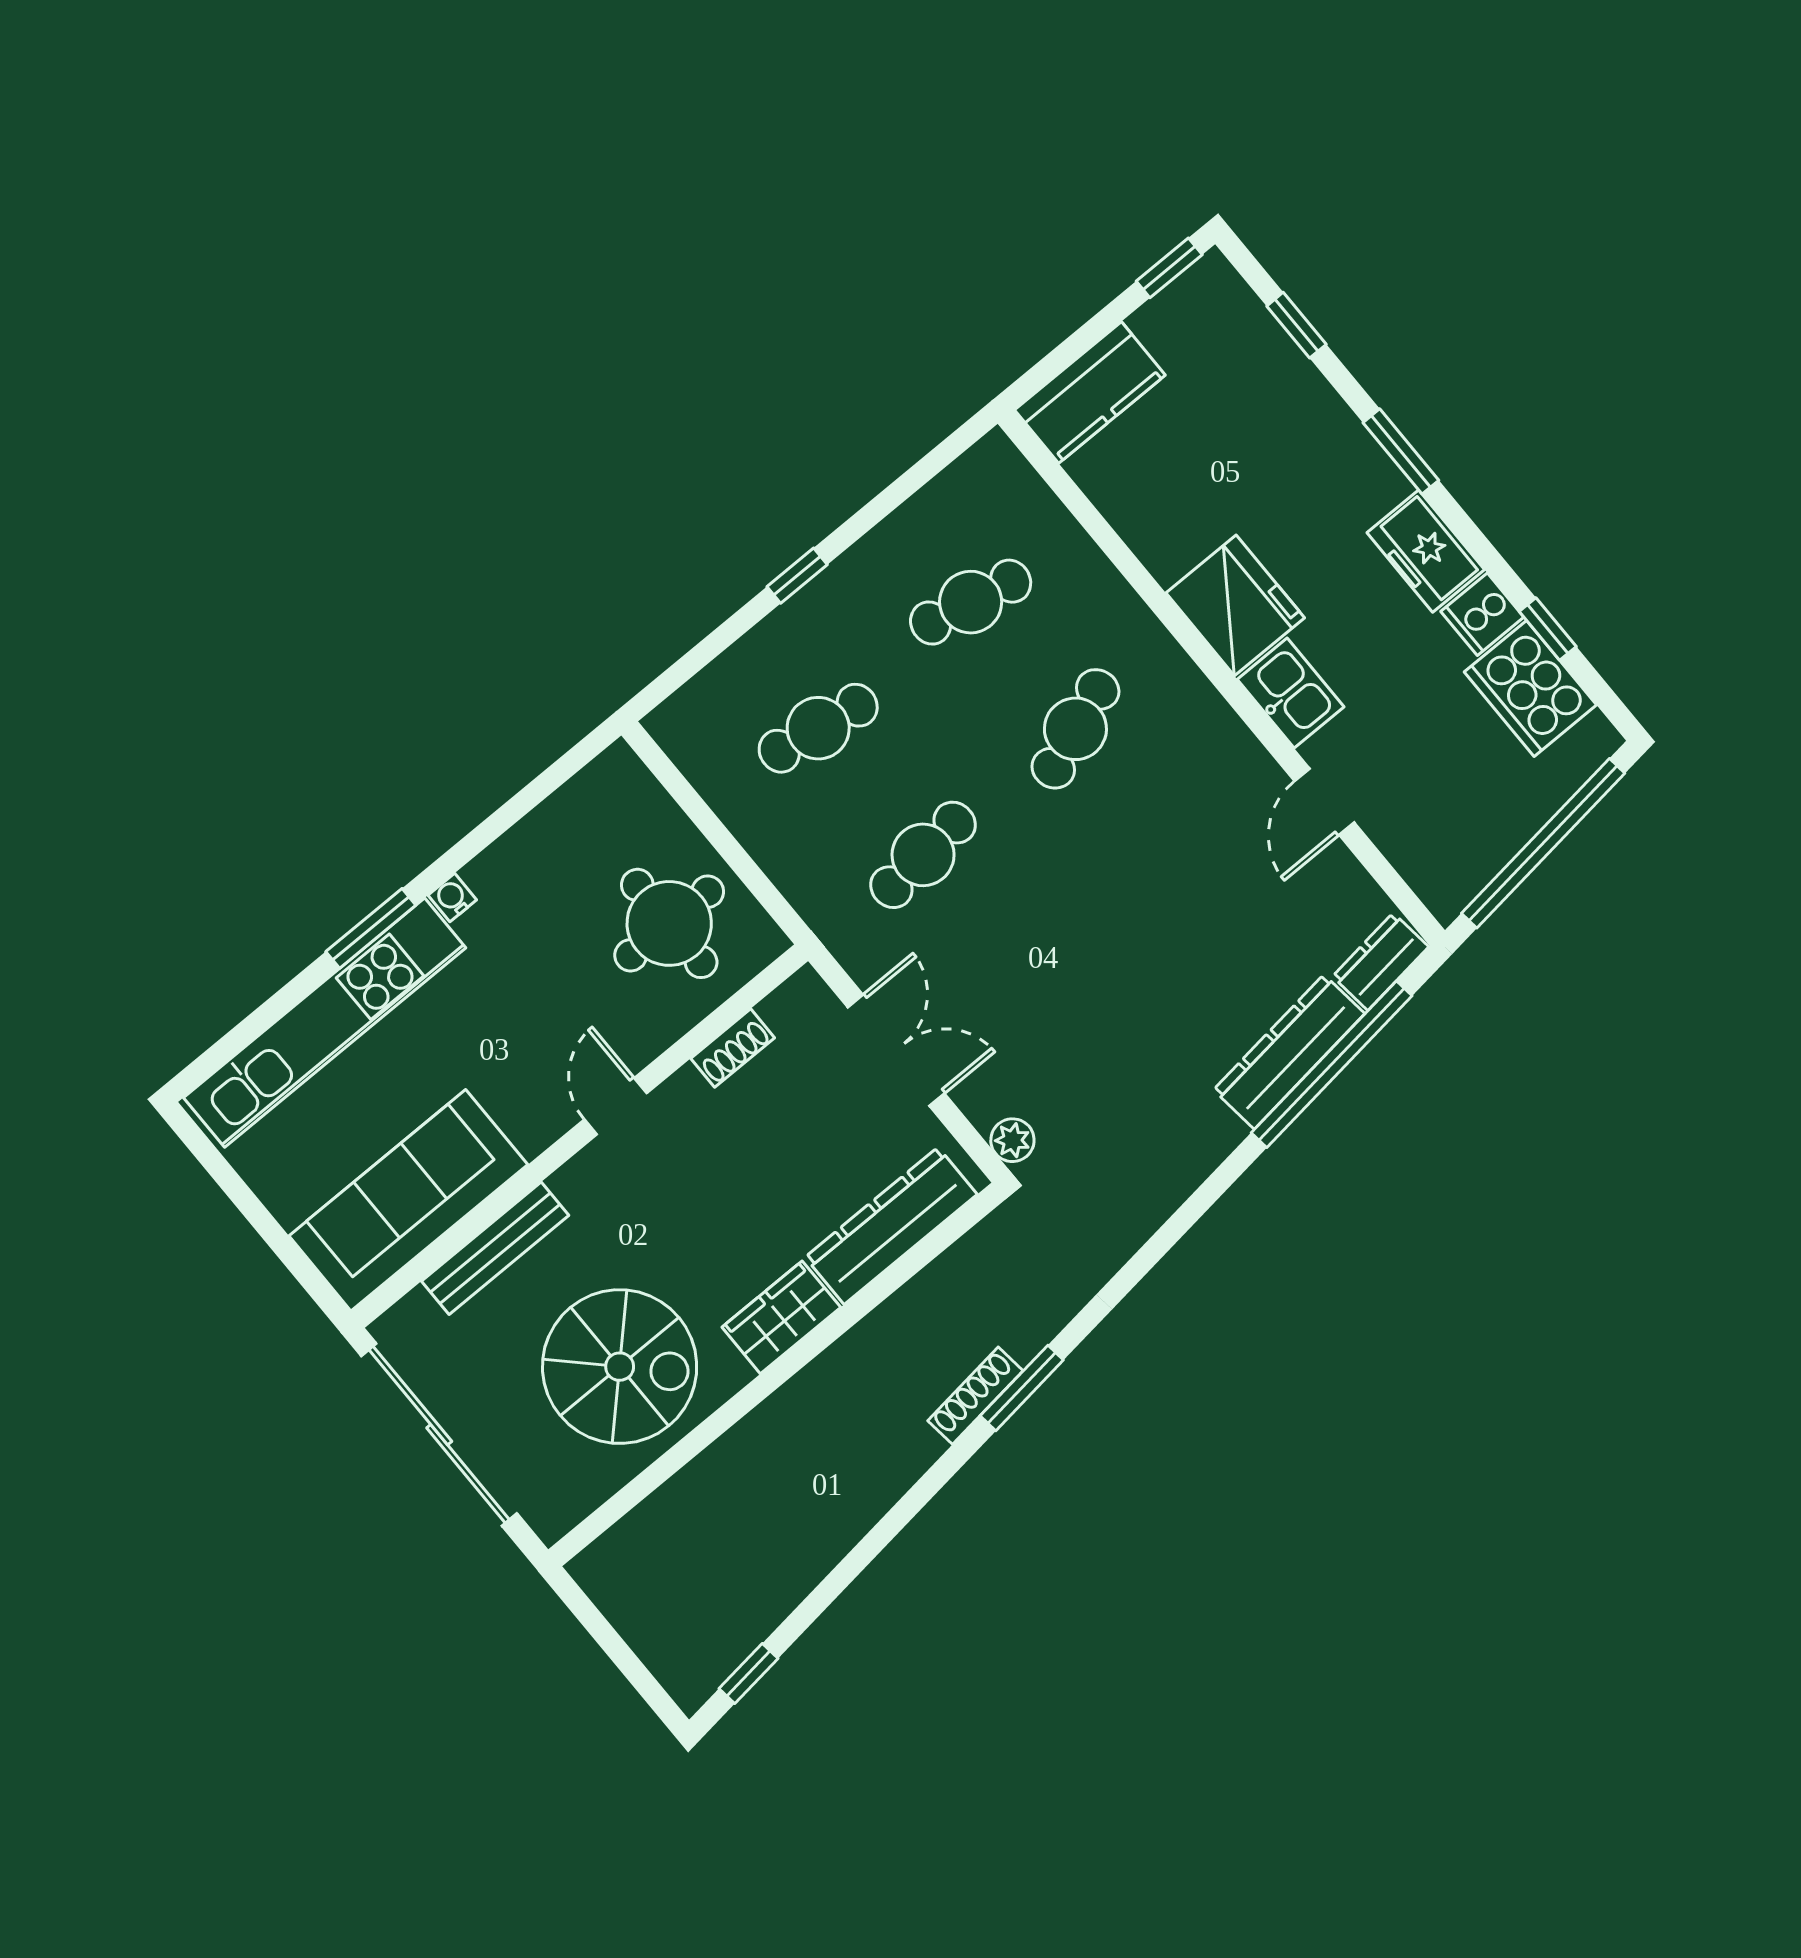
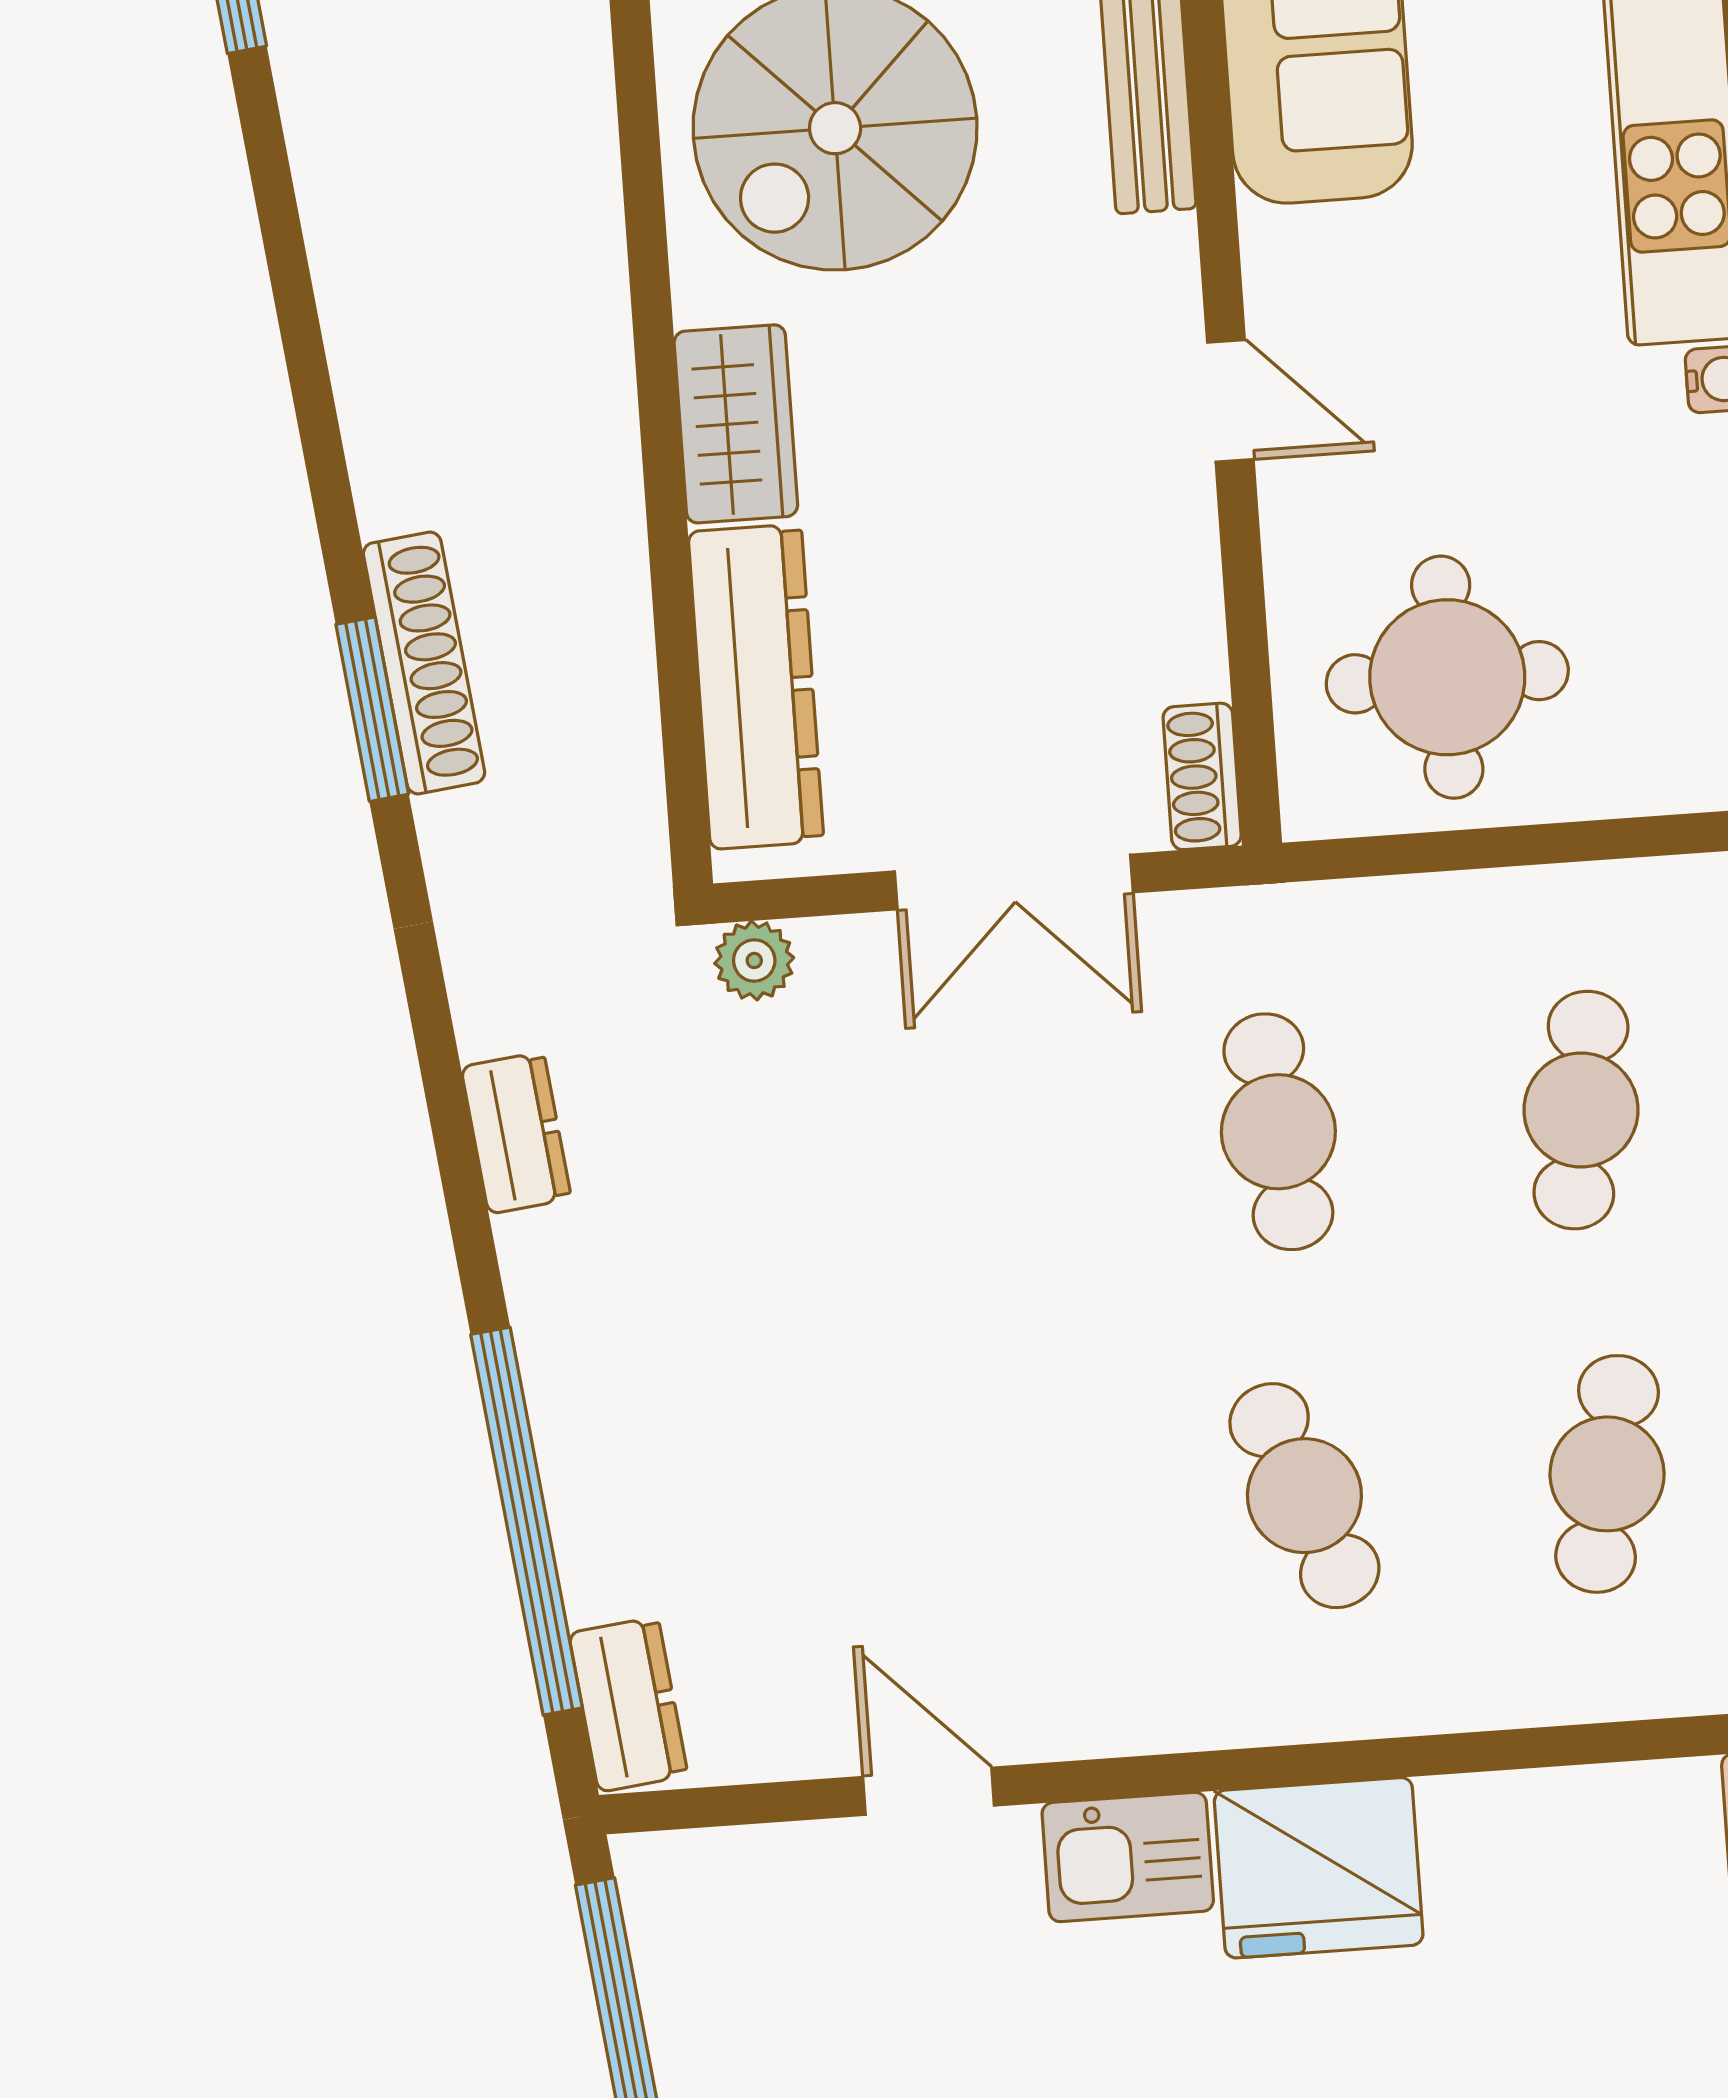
shoe rack: (733, 1048) -> (1202, 776), moved
dresser: (1289, 1052) -> (516, 1133), moved, width x0.51, depth x0.80
shoe rack: (975, 1396) -> (424, 663), width x1.36, depth x1.24

